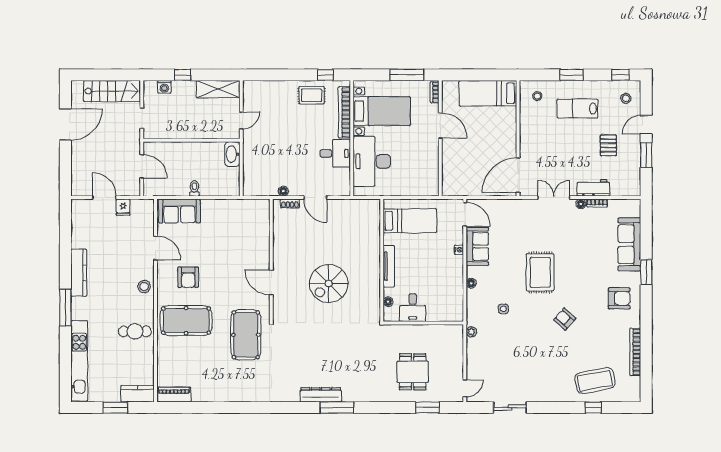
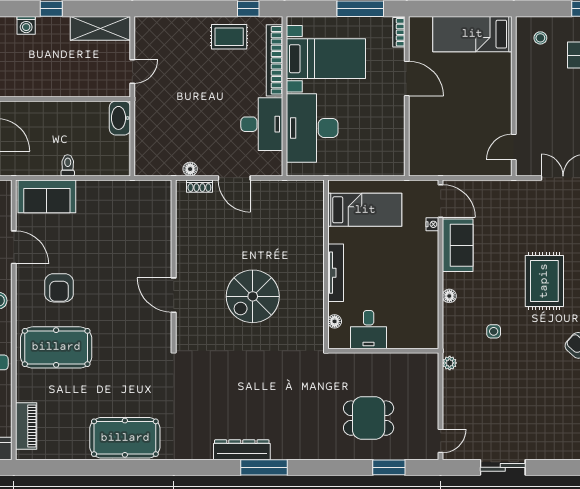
desk: (335, 153) -> (262, 124), width x1.37
door: (518, 175) -> (514, 147), width x0.53
nightstand: (459, 250) -> (432, 224), moved
pool table: (246, 335) -> (125, 438), moved, turned 90
dining table: (413, 372) -> (369, 418), turned 90
piano: (174, 394) -> (26, 426), moved, turned 90

